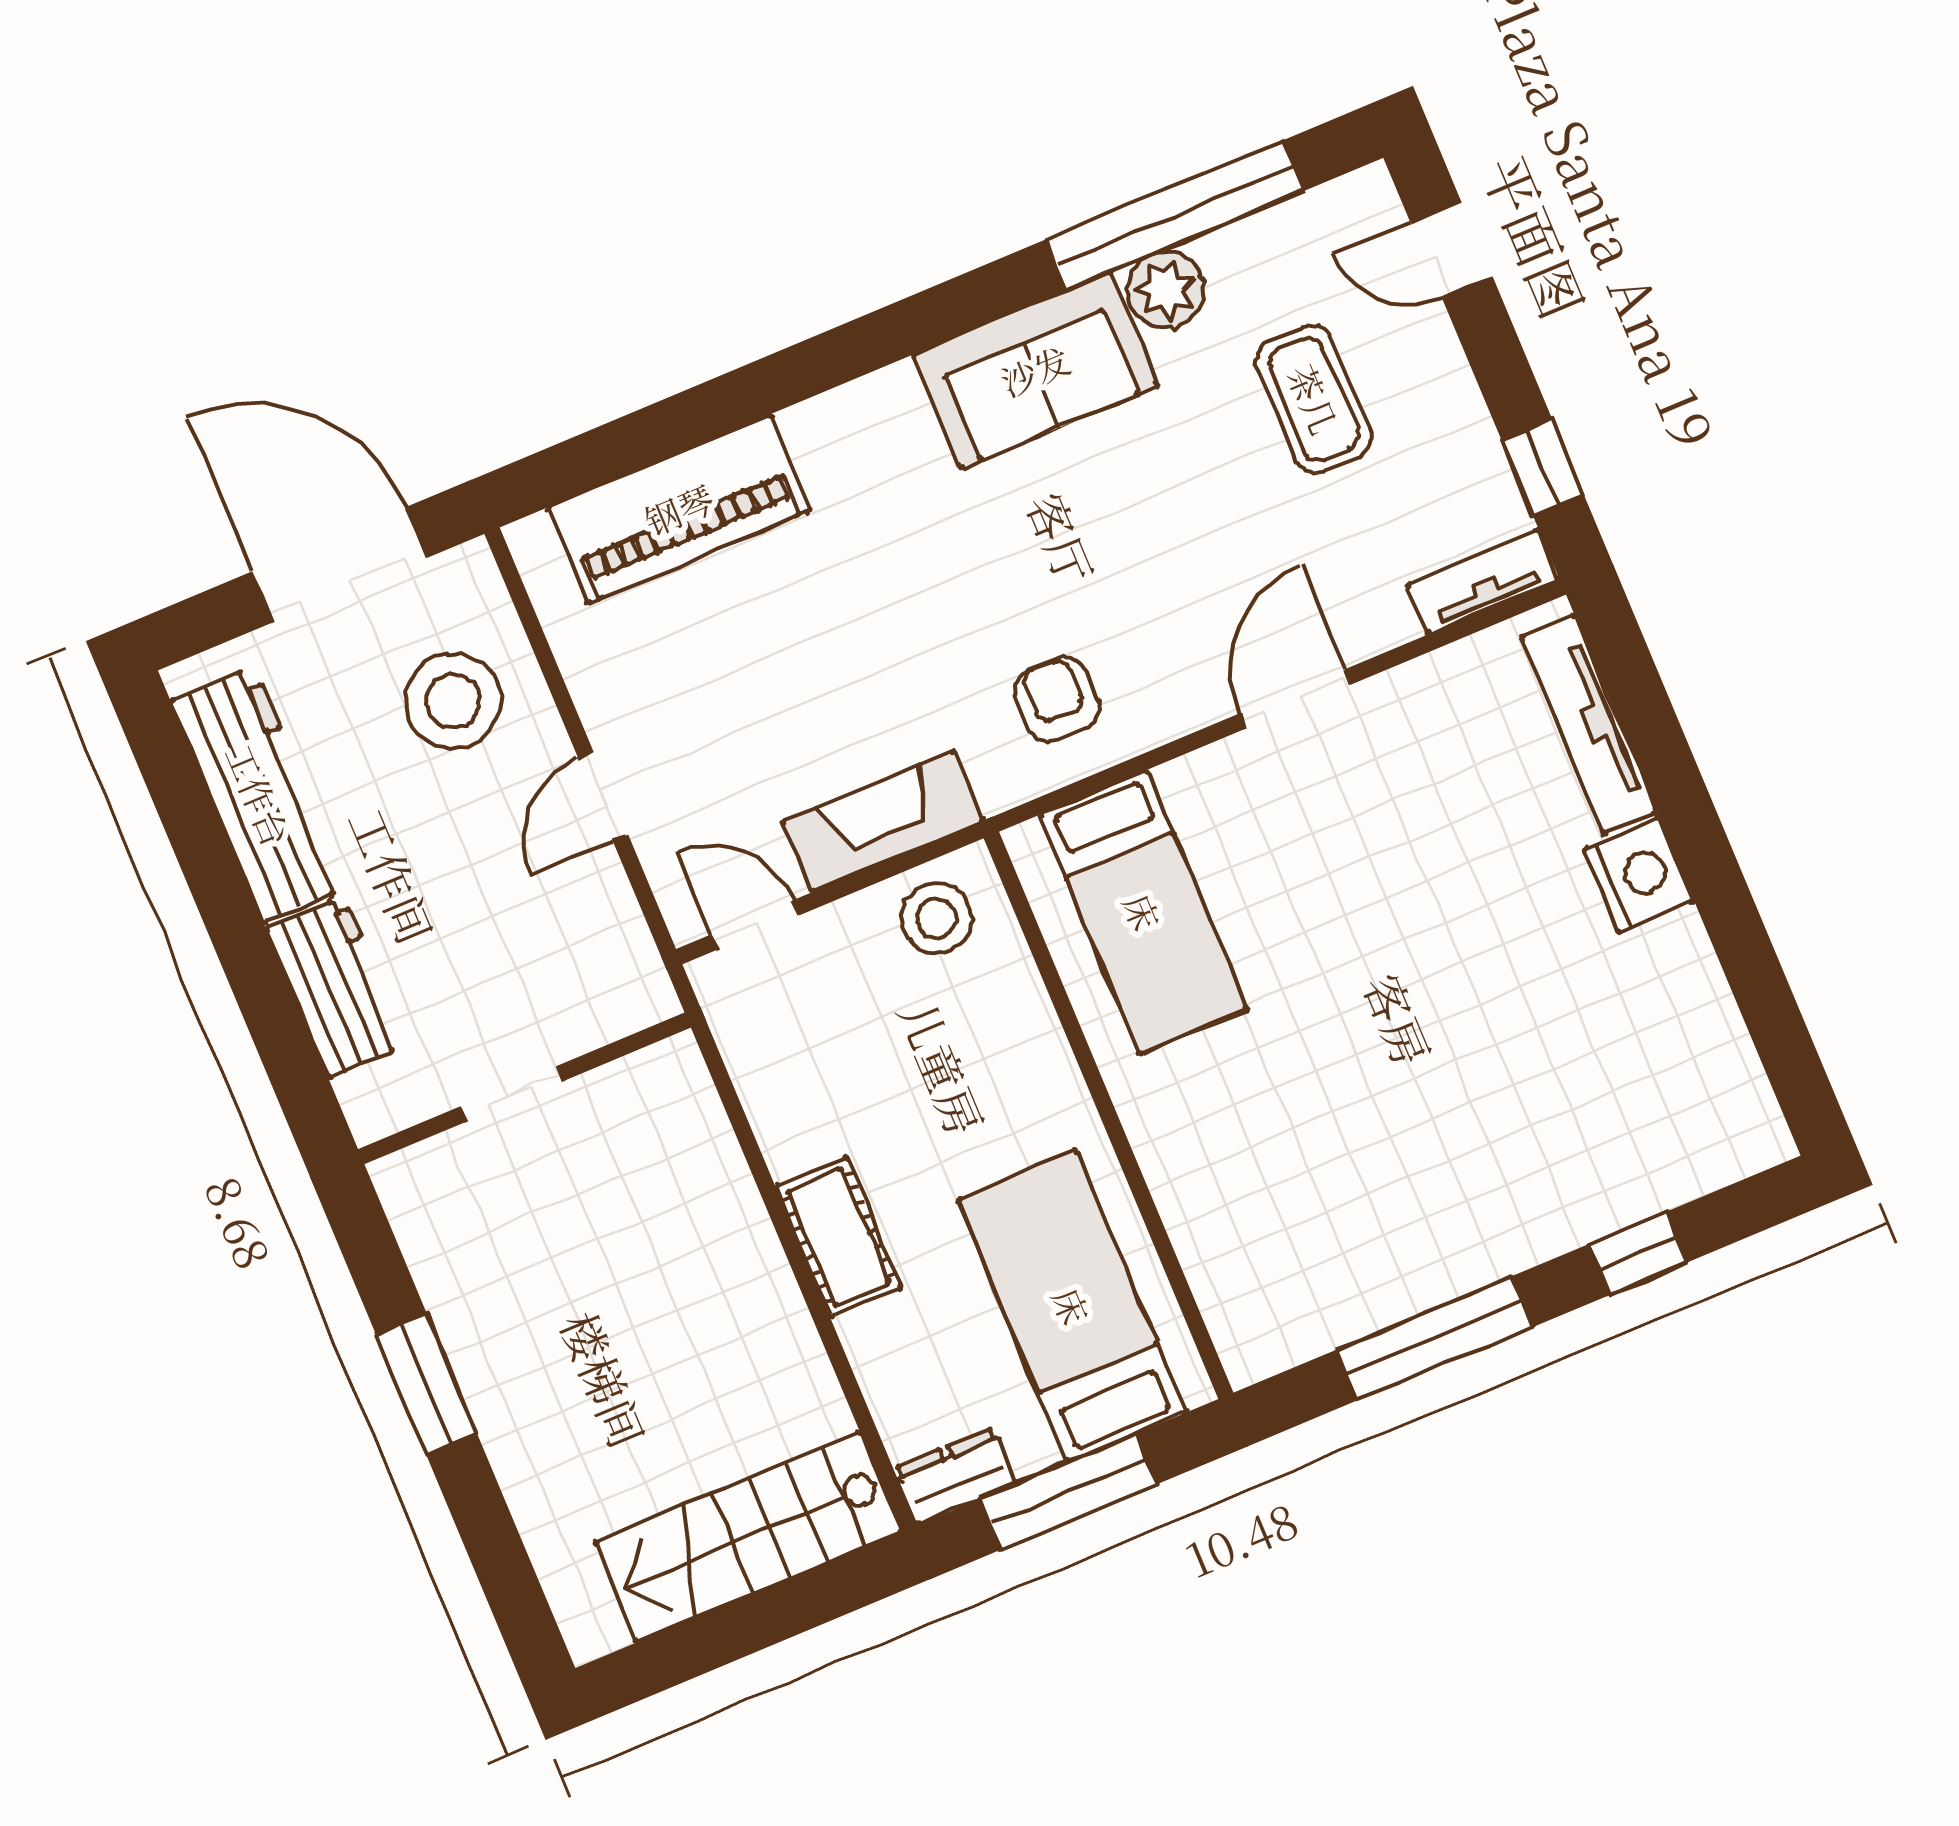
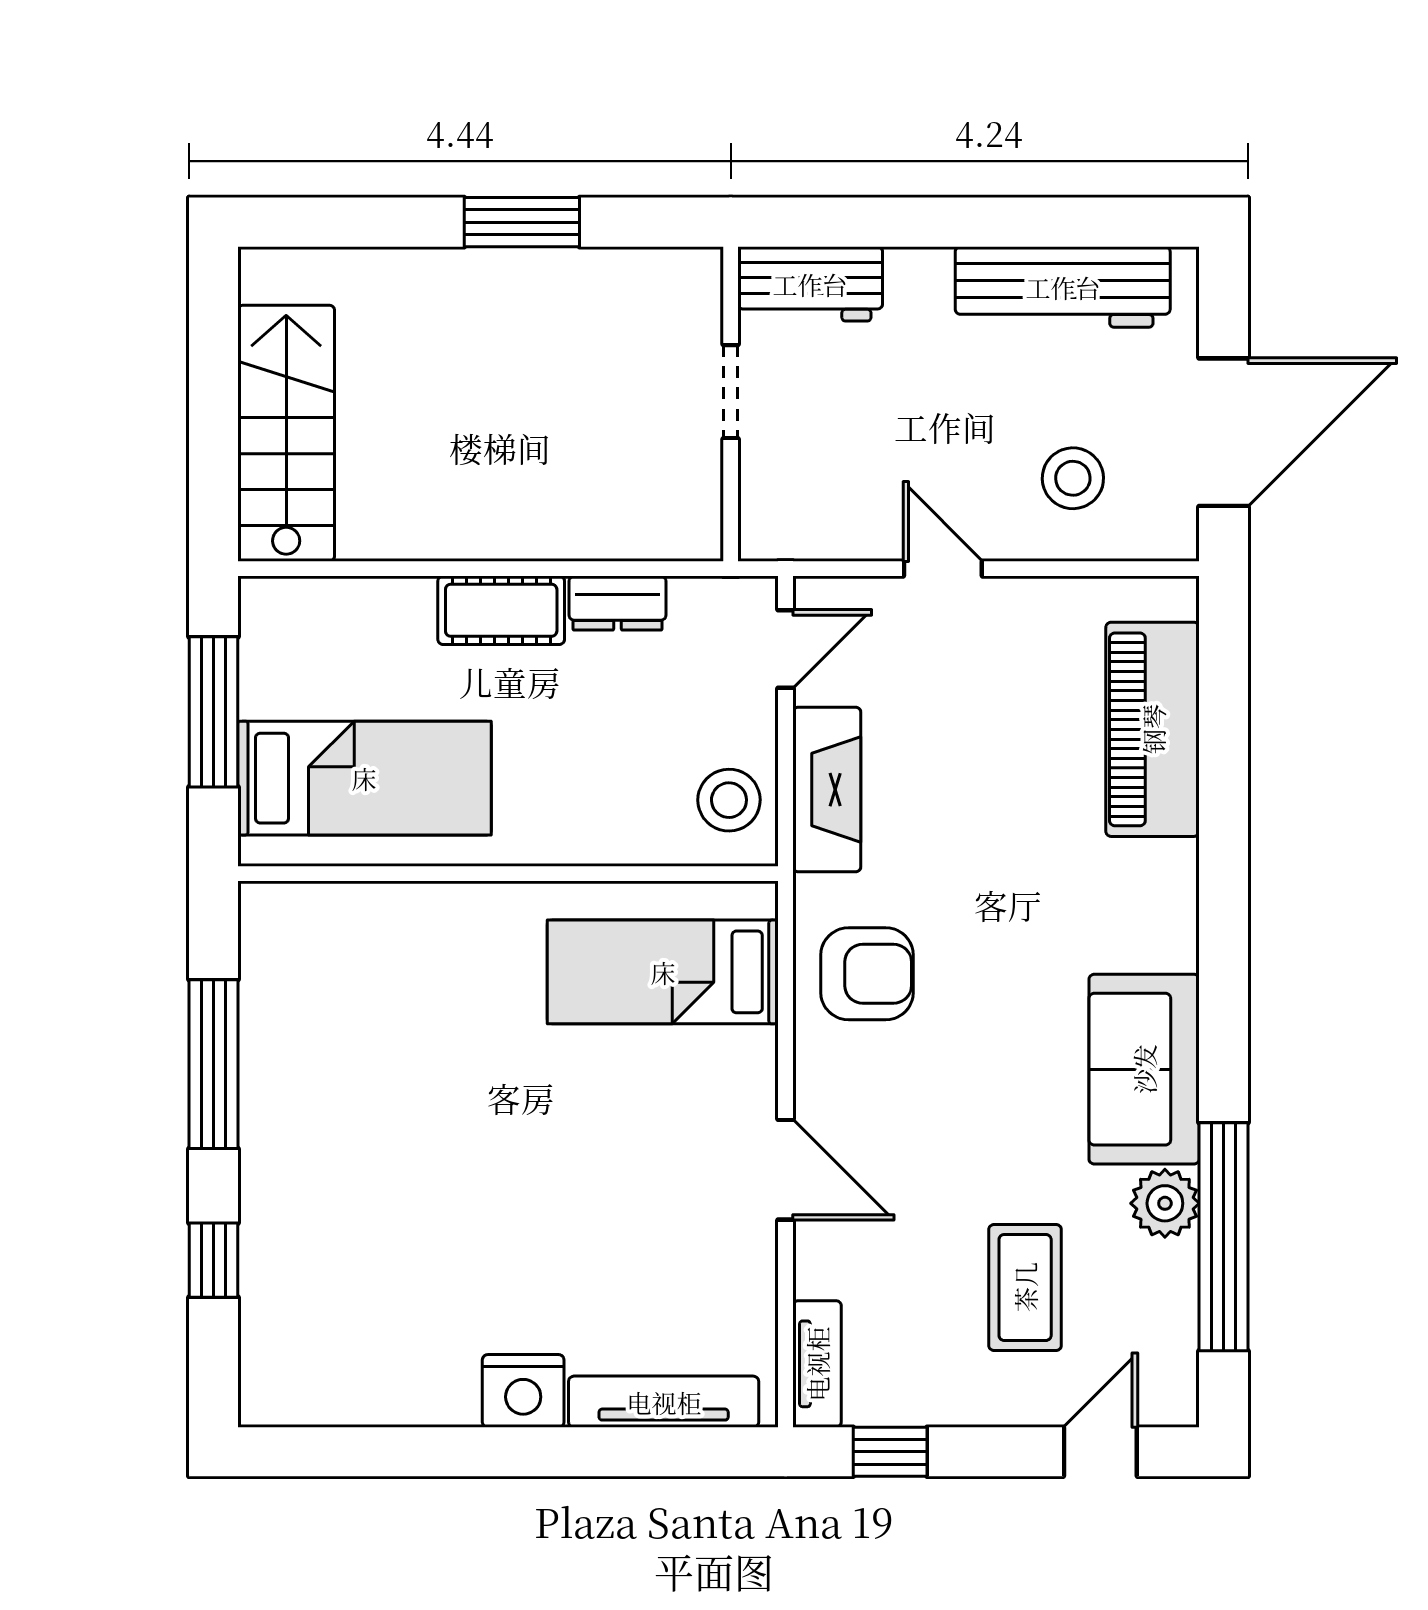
coffee table: (1314, 399) -> (1025, 1287), turned 90
armchair: (1057, 699) -> (867, 974), width x1.38, depth x1.38
stool: (453, 701) -> (1073, 478), width x0.73, depth x0.73
workbench: (336, 987) -> (810, 284), moved
dresser: (955, 1476) -> (618, 603), moved, turned 90

